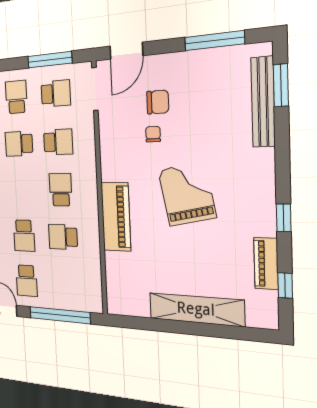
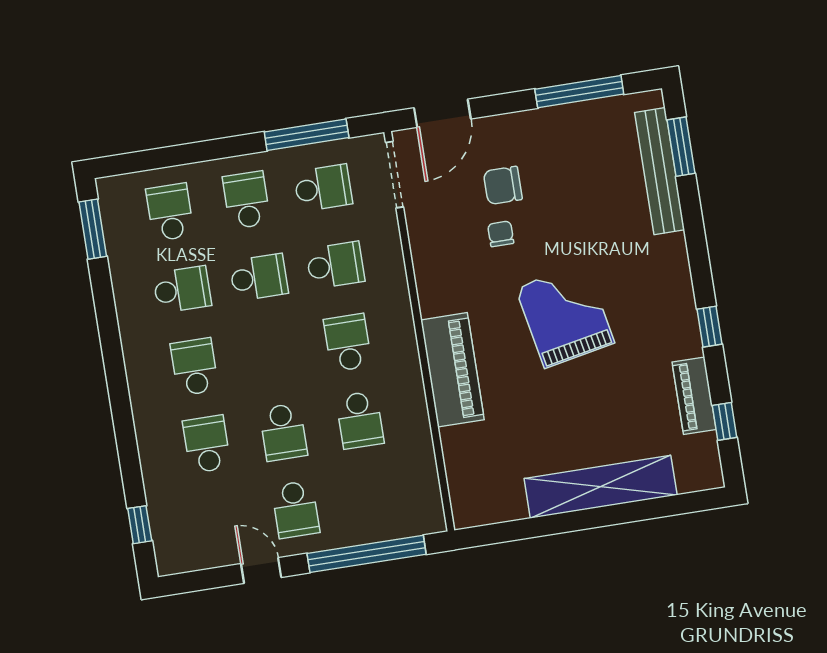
chair: (158, 102) -> (503, 185), turned 180
school desk: (19, 144) -> (259, 277), turned 180
school desk: (63, 237) -> (360, 420), turned -90

